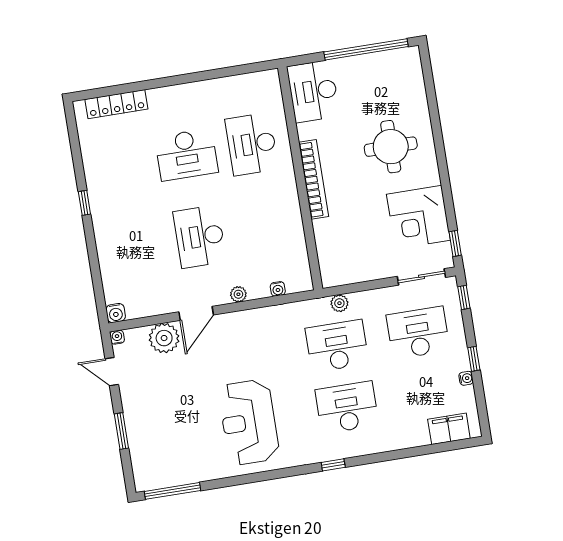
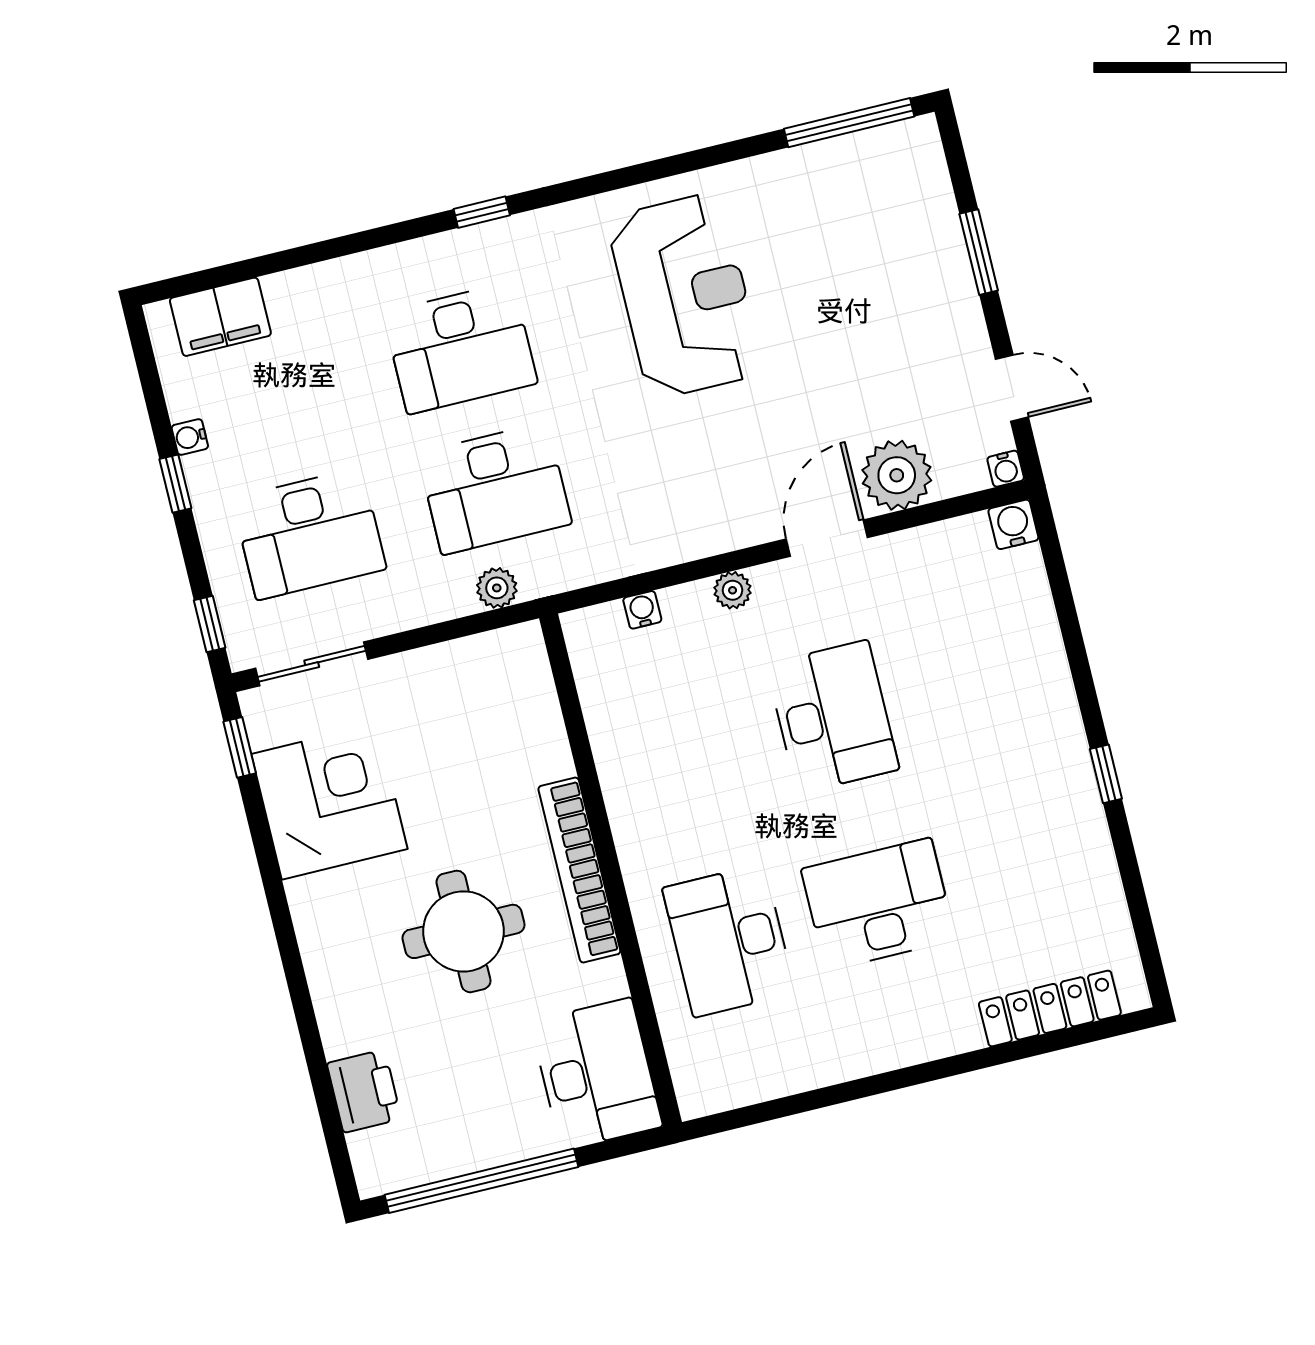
printer: (413, 92) -> (364, 1091), added
desk: (252, 144) -> (729, 941), turned 180
round table: (391, 147) -> (463, 931), moved

